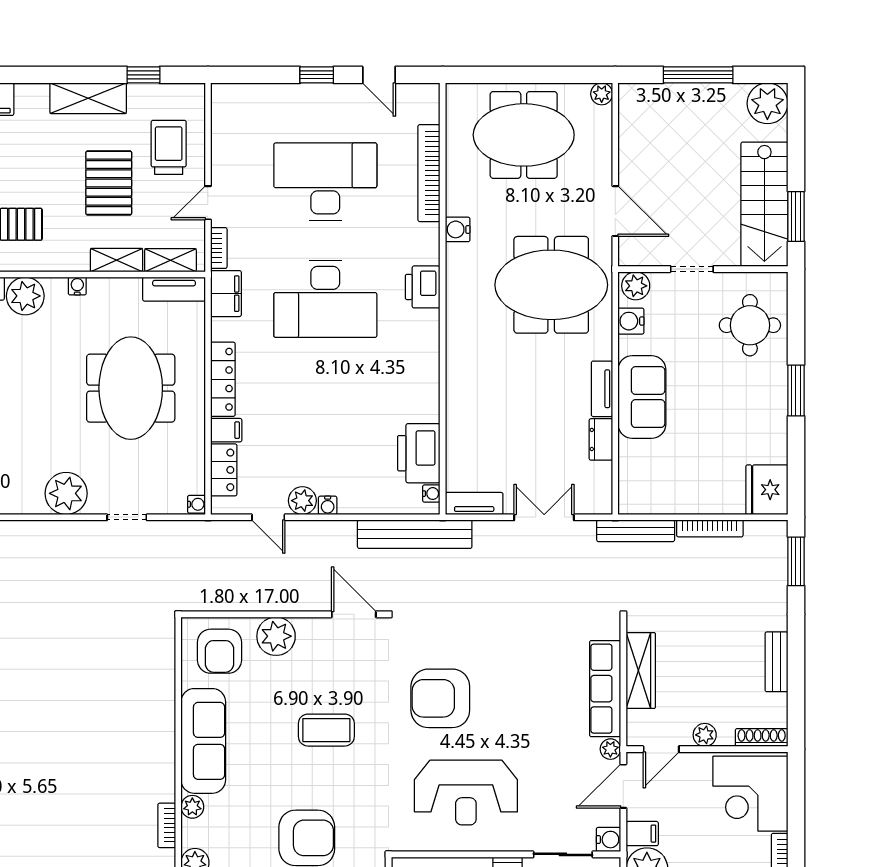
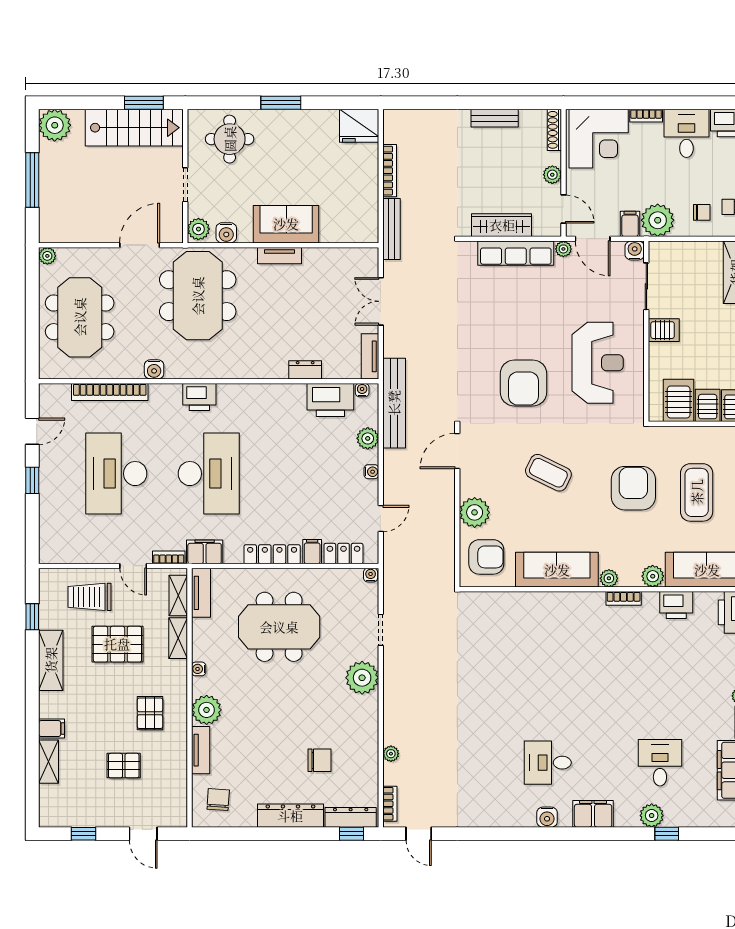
dresser: (601, 439) -> (305, 370), moved, turned 180
plant: (302, 501) -> (368, 438), moved
window: (796, 561) -> (416, 103), removed
coffee table: (326, 730) -> (548, 473), turned -64

